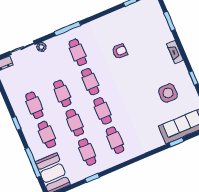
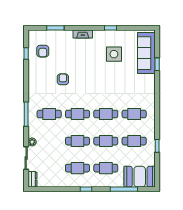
armchair: (140, 18) -> (43, 51), added

